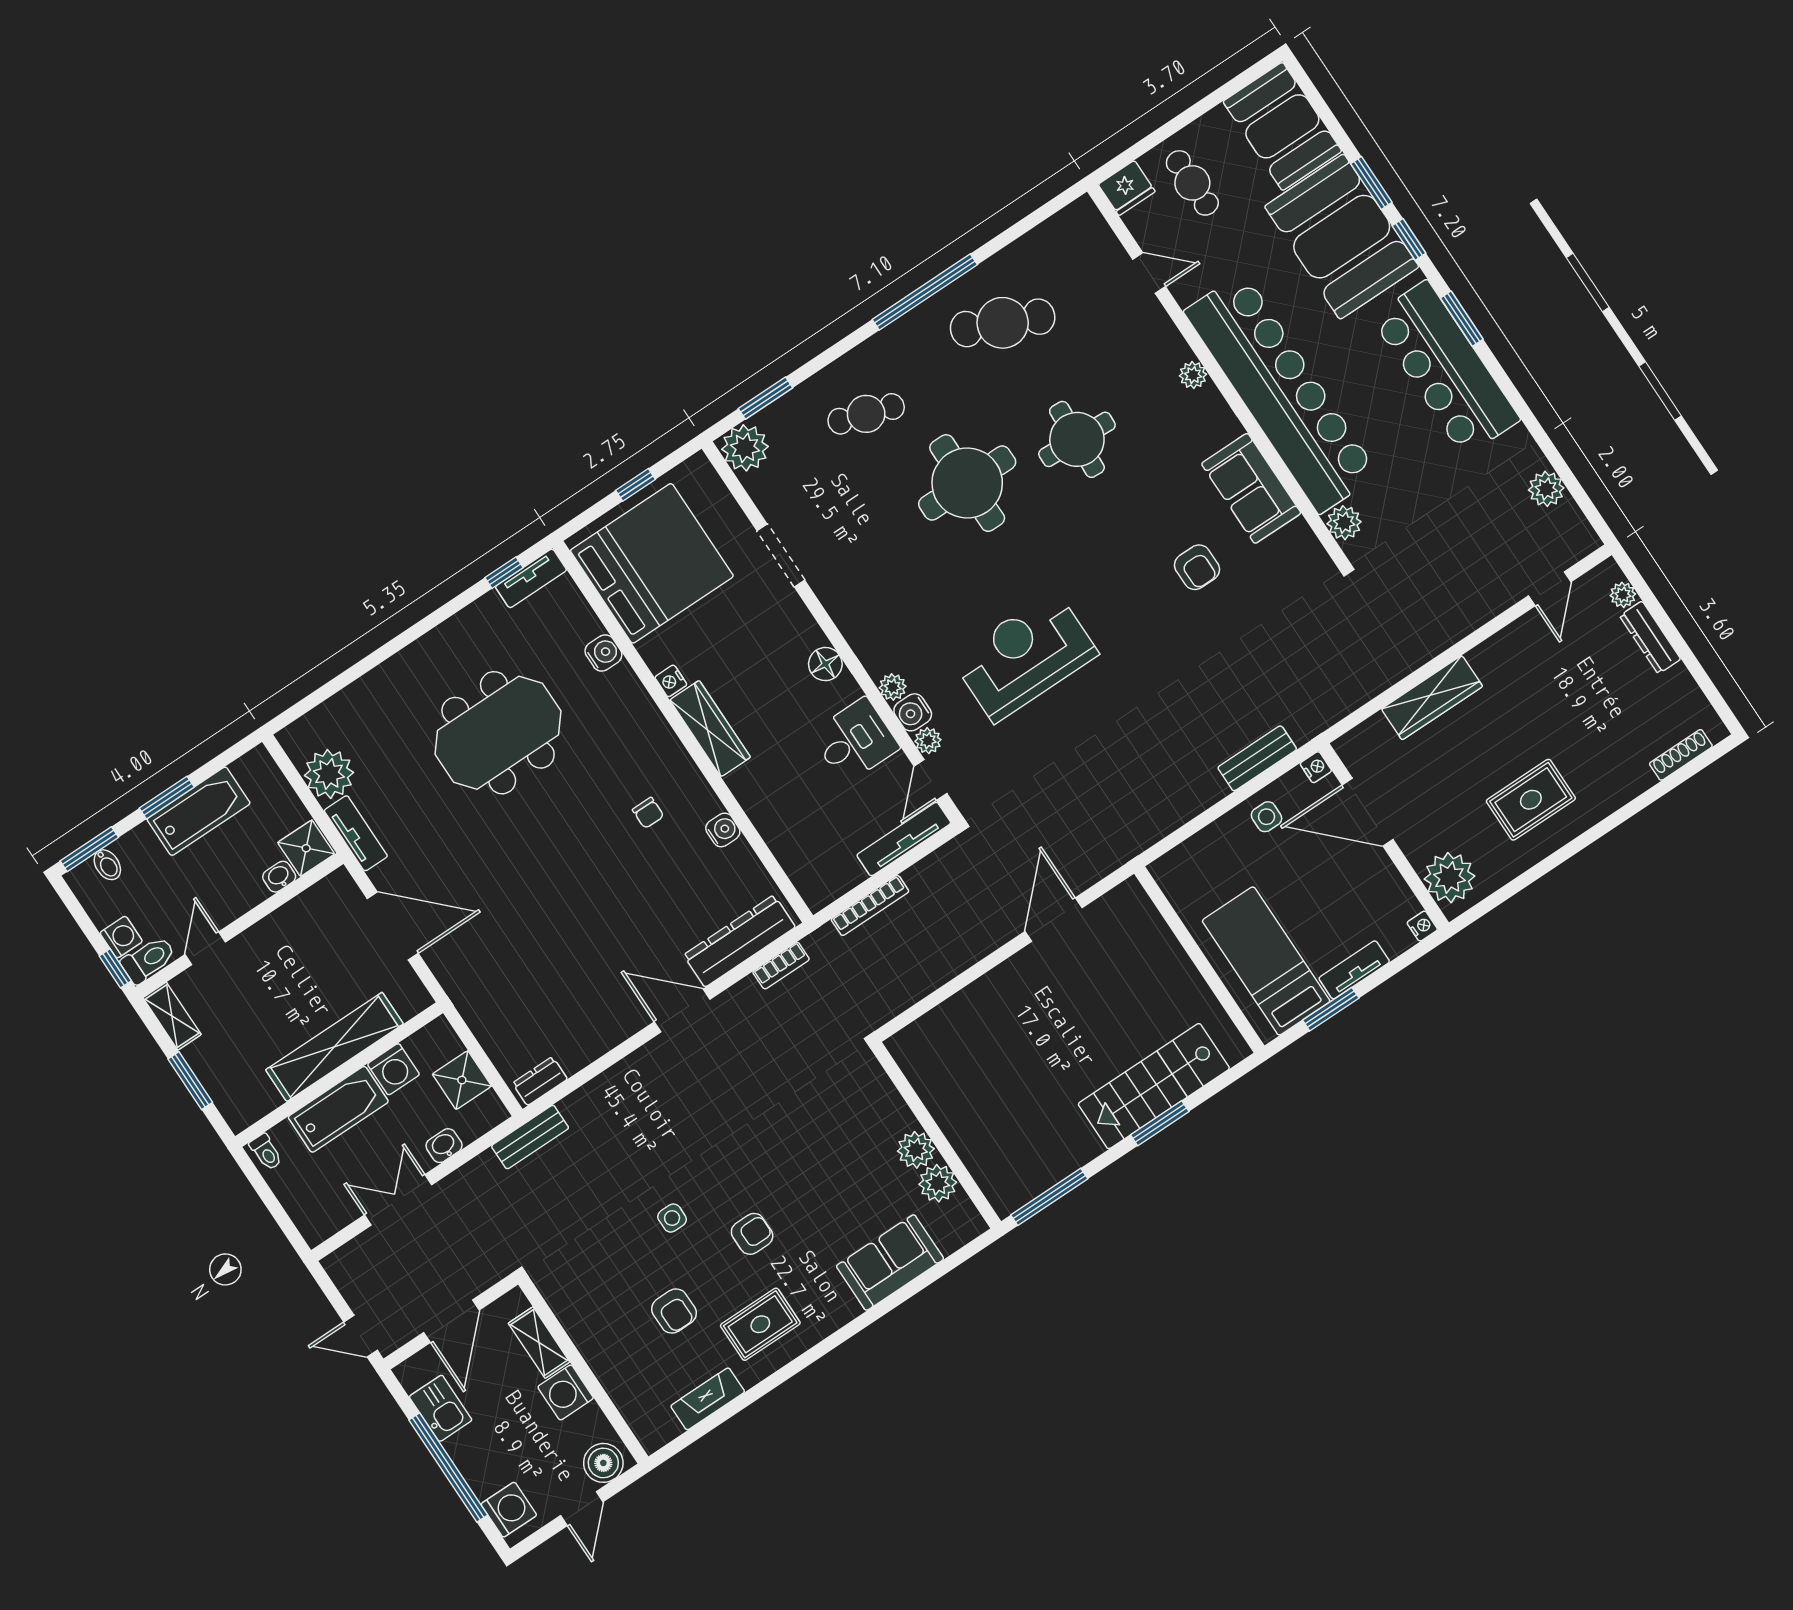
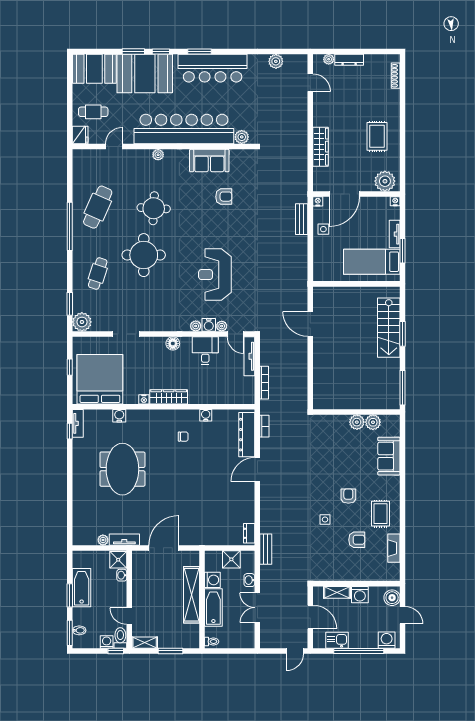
plant: (329, 774) -> (103, 540), width x0.53, depth x0.53

